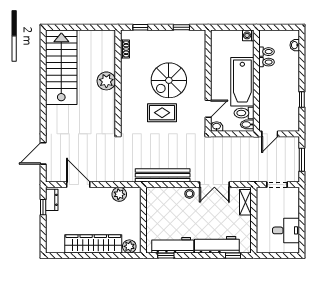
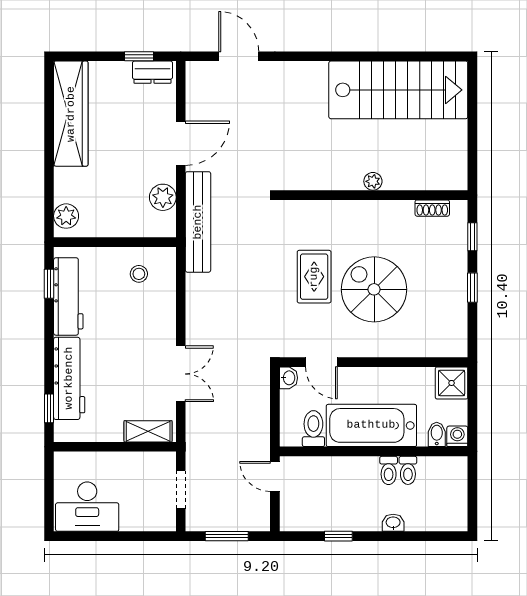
window: (181, 27) -> (472, 288), moved
shower: (219, 39) -> (452, 383), added
washbasin: (295, 45) -> (393, 523), moved
toilet: (267, 52) -> (389, 470), moved
plant: (106, 81) -> (373, 181), width x0.53, depth x0.53
bidet: (247, 124) -> (437, 434), moved
bench: (163, 175) -> (198, 222), moved
door: (78, 185) -> (181, 143), moved
double door: (214, 185) -> (181, 374), swing flipped
stool: (189, 194) -> (139, 274), moved
desk: (286, 230) -> (87, 507), width x1.37
wardrobe: (93, 244) -> (71, 114), moved

